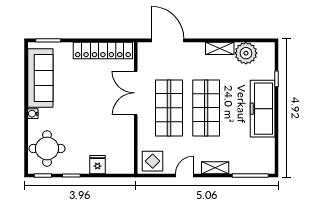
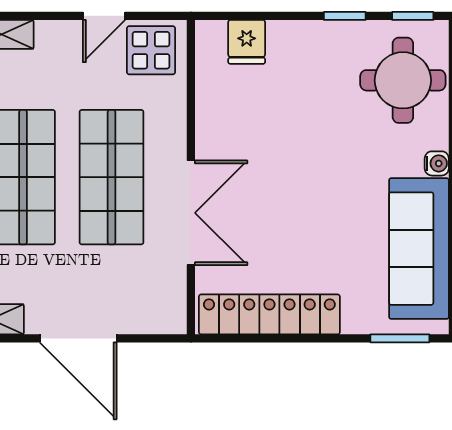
door: (168, 40) -> (78, 338), moved
fridge: (98, 165) -> (247, 42), moved
door: (184, 175) -> (104, 16), moved

